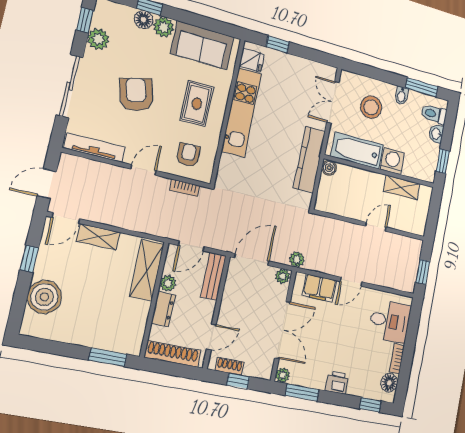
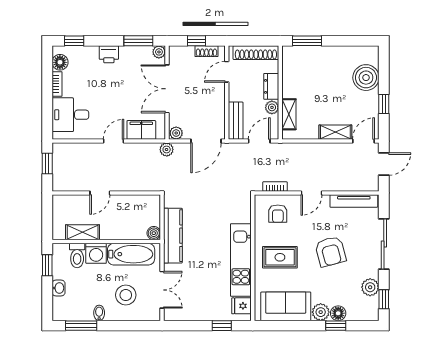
rug: (197, 104) -> (280, 257), turned 90
toilet: (434, 114) -> (77, 255), moved, turned 90
shelving: (147, 270) -> (289, 114), width x0.67, depth x0.75

